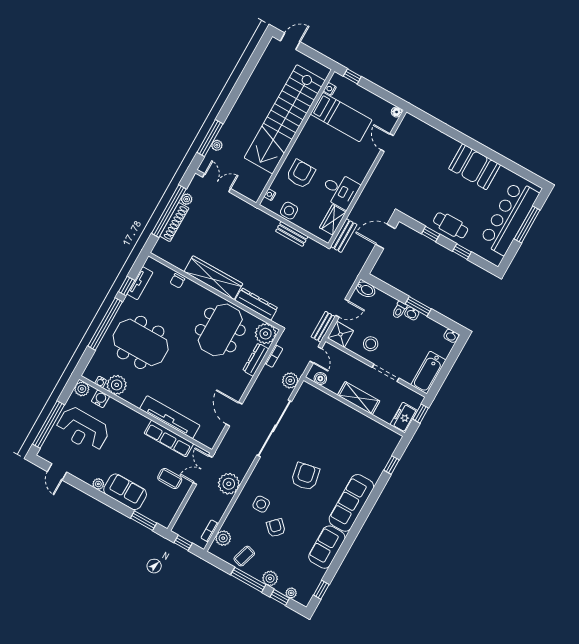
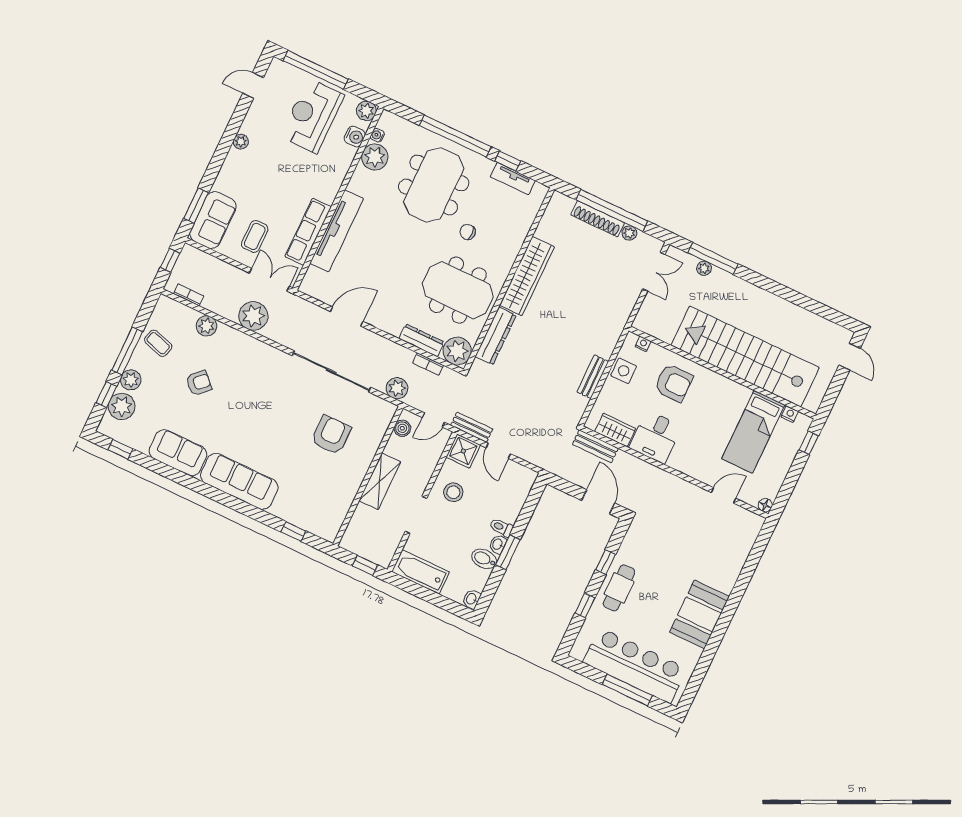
chair: (177, 281) -> (468, 232), moved
bidet: (366, 289) -> (484, 559), moved, turned 90
freezer: (404, 418) -> (358, 543), removed
armchair: (305, 476) -> (331, 435), moved, turned -79
sofa: (125, 492) -> (213, 220), moved
side table: (261, 504) -> (229, 361), removed
plant: (223, 538) -> (207, 326), moved
plant: (291, 593) -> (122, 406), width x1.88, depth x1.88

